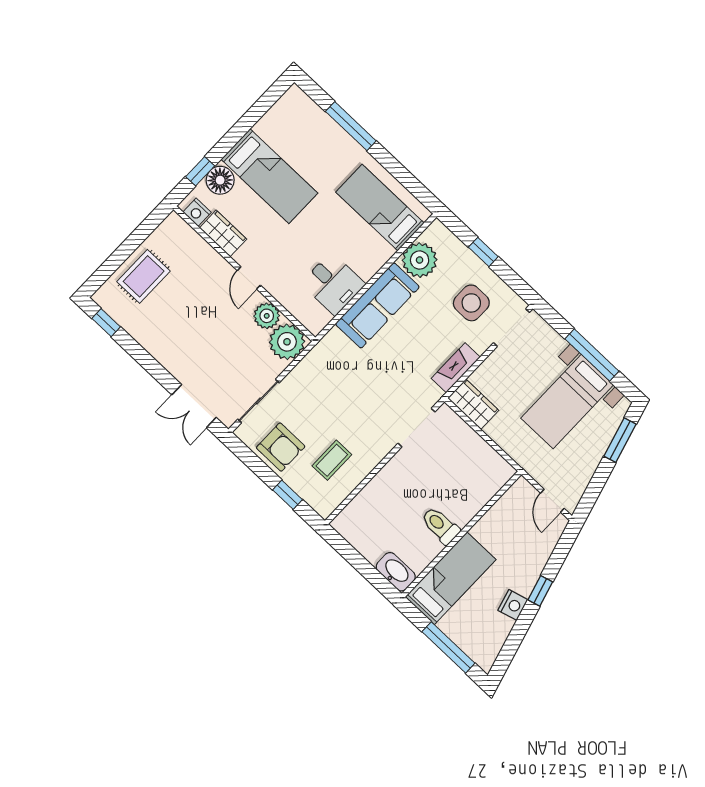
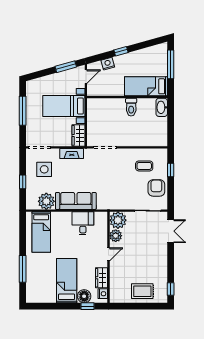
bed with nightstands: (567, 402) -> (64, 106), moved, turned 180
window: (620, 440) -> (66, 67), moved
nightstand: (513, 605) -> (108, 64), moved

